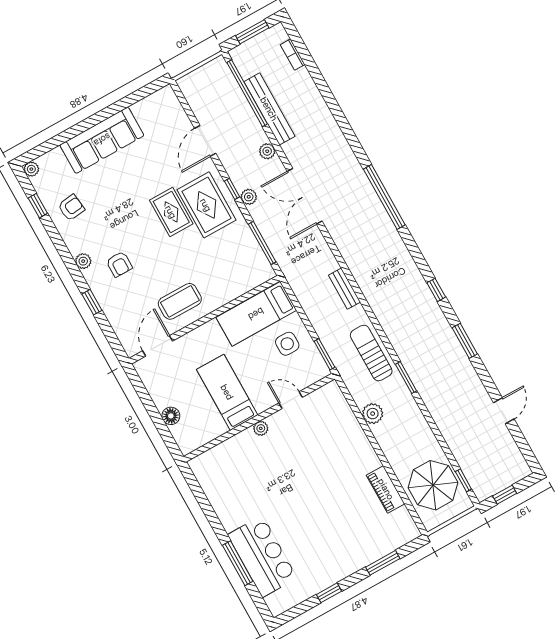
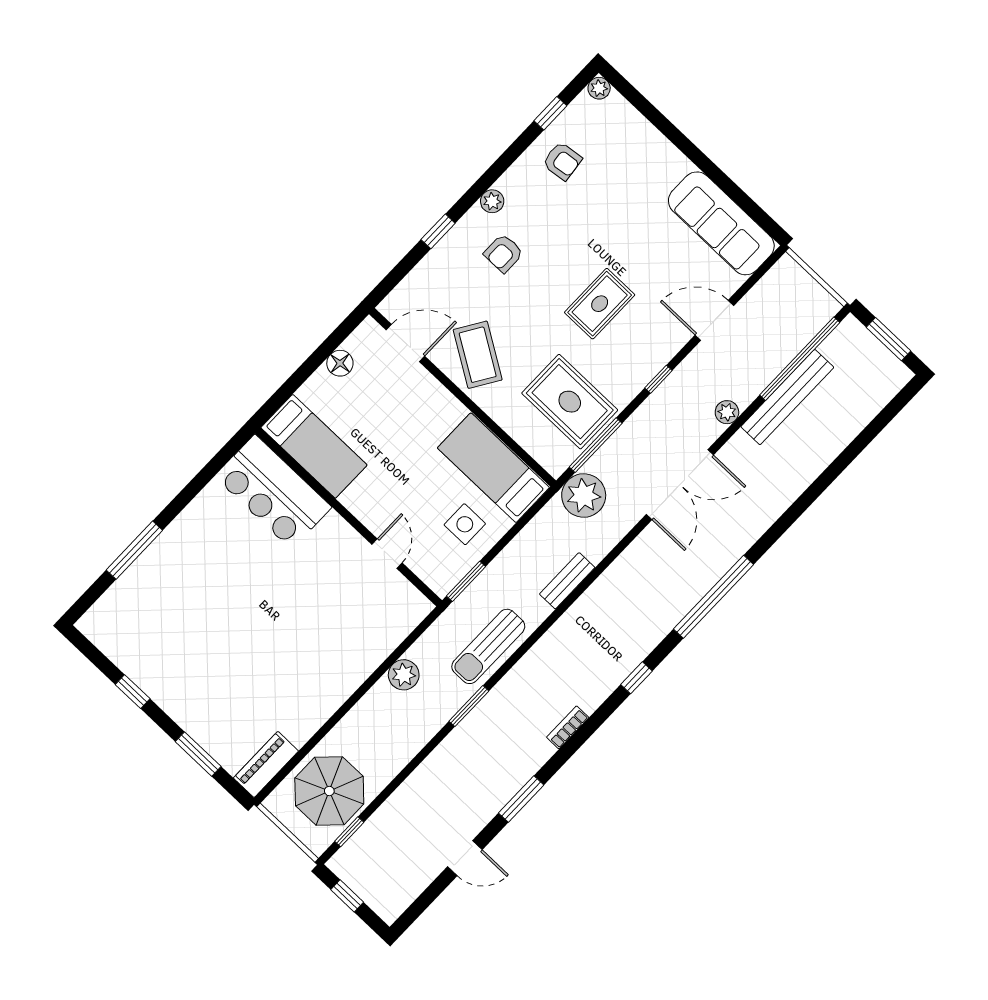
bookcase: (293, 55) -> (568, 727), moved
sofa: (102, 140) -> (721, 223), moved
double door: (305, 196) -> (680, 485), swing flipped
plant: (249, 197) -> (584, 496), moved, width x1.88, depth x1.88
rug: (206, 205) -> (570, 402), moved, turned 90
window: (436, 290) -> (637, 678), moved
coffee table: (180, 301) -> (478, 355), turned 32
window: (465, 341) -> (521, 799), moved
sun lounger: (371, 353) -> (488, 646), turned 180
bed: (227, 392) -> (314, 446), moved, turned 90
floor lamp: (171, 416) -> (340, 363), moved
plant: (261, 428) -> (334, 524), removed
piano: (386, 489) -> (266, 764), moved
bar counter: (262, 556) -> (273, 492), moved, turned 90

